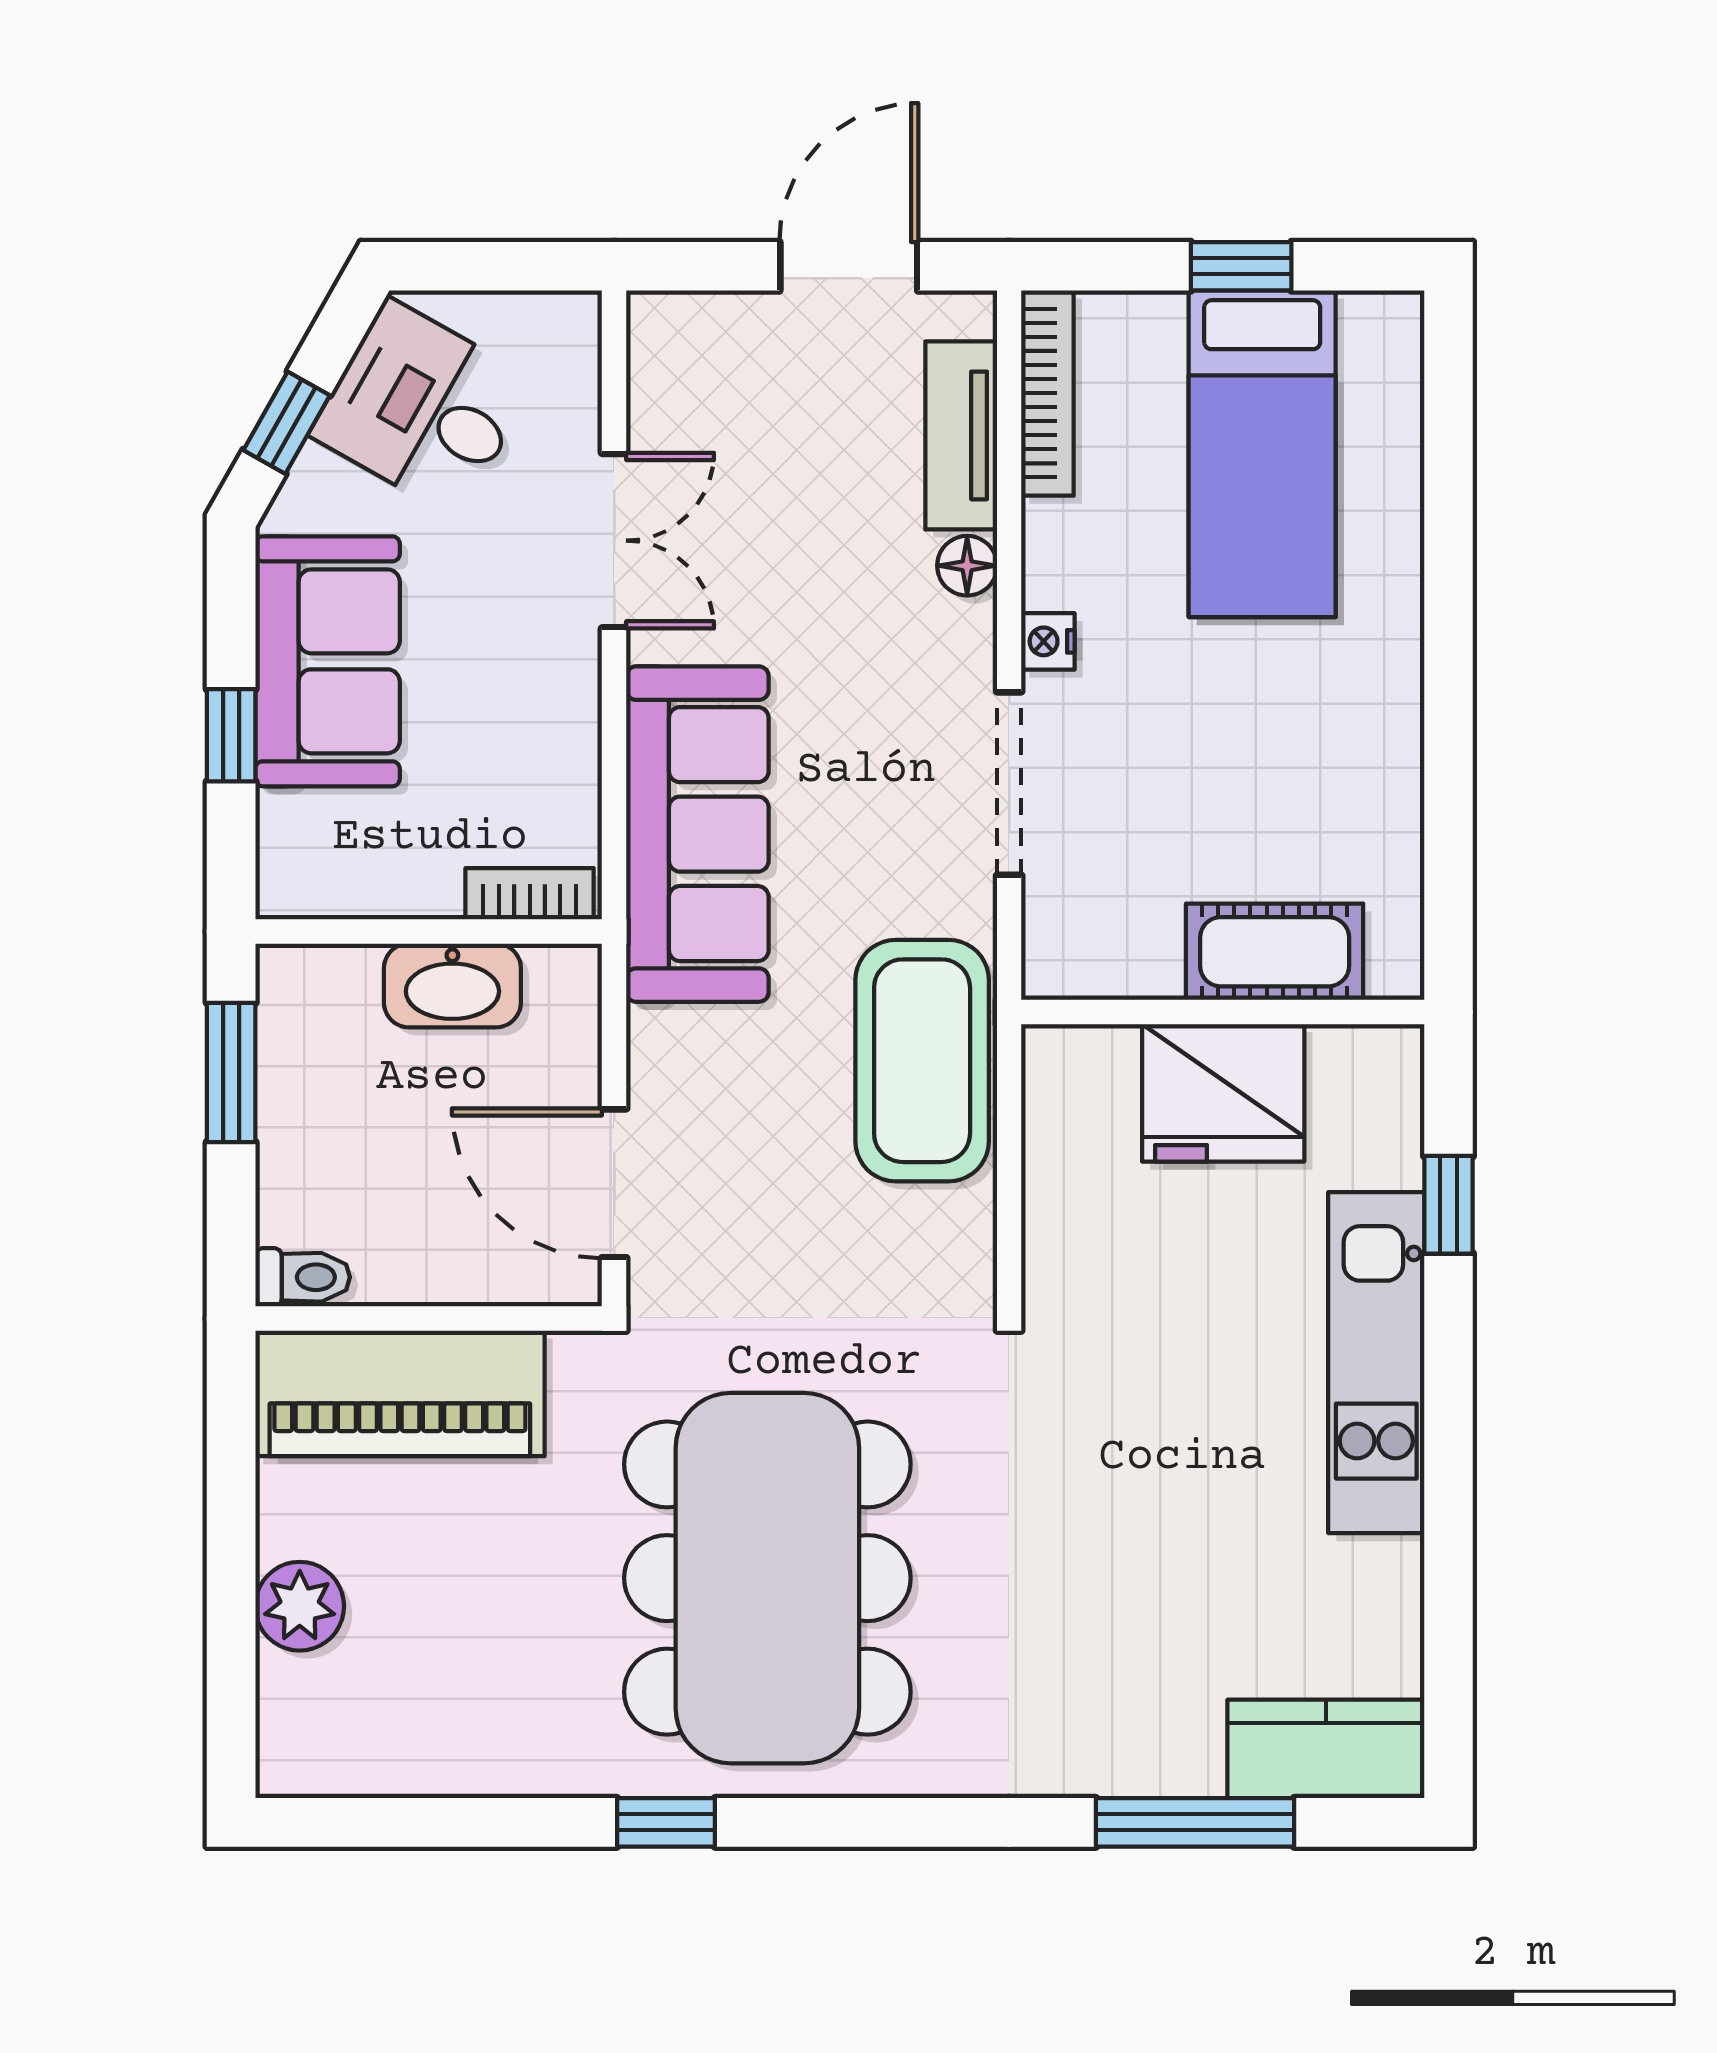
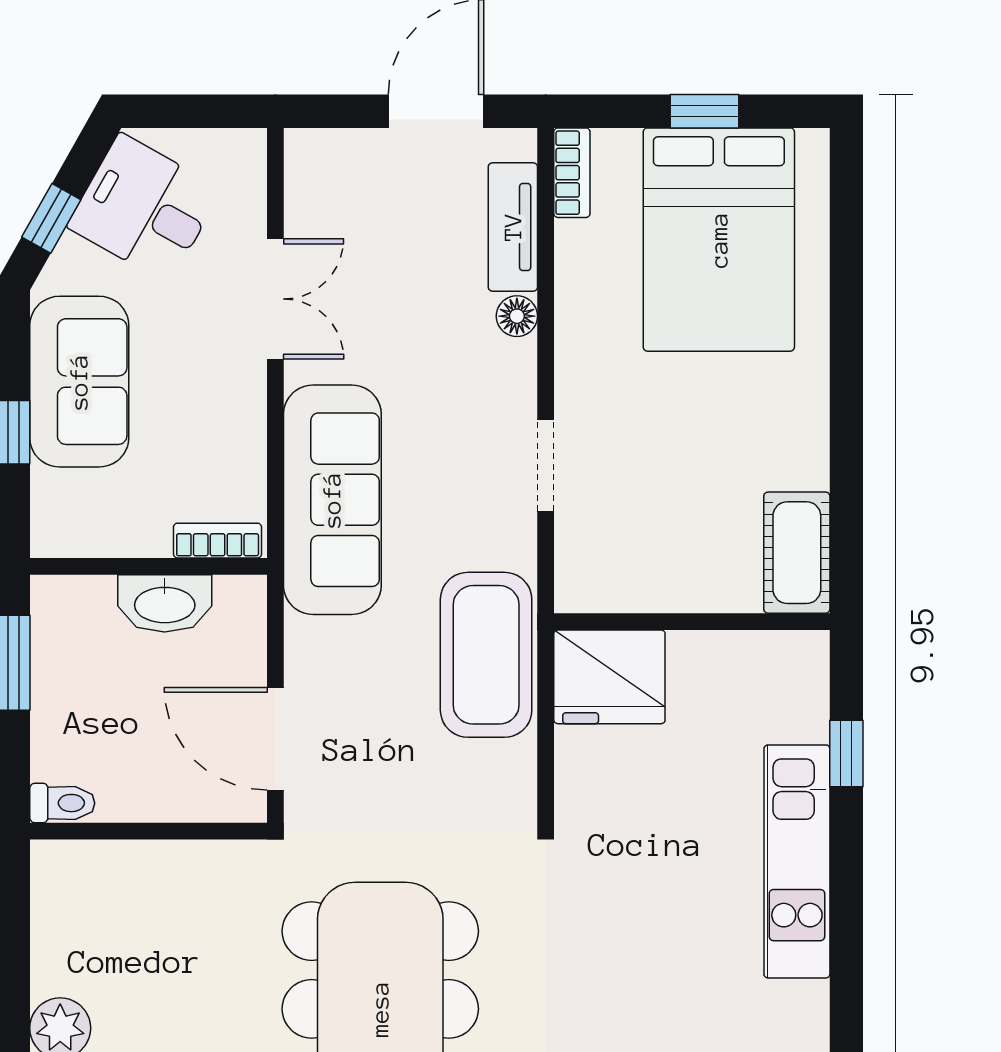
bookcase: (1047, 393) -> (572, 173), width x0.64
bed: (1262, 454) -> (719, 240), width x1.50
nightstand: (1048, 641) -> (572, 368), removed
doorway: (1009, 784) -> (546, 465), width x0.73
cot: (1275, 952) -> (797, 553), moved, turned 90
fridge: (1223, 1093) -> (609, 677), moved
piano: (400, 1393) -> (129, 882), removed

